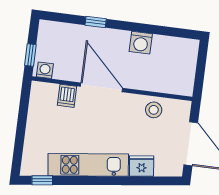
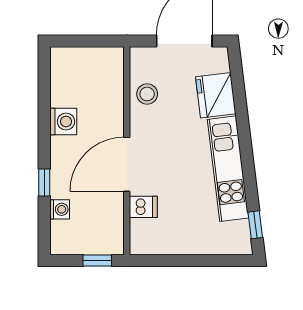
washing machine: (45, 70) -> (60, 209), moved, turned 180
fridge: (142, 166) -> (216, 95), width x1.36, depth x1.34

